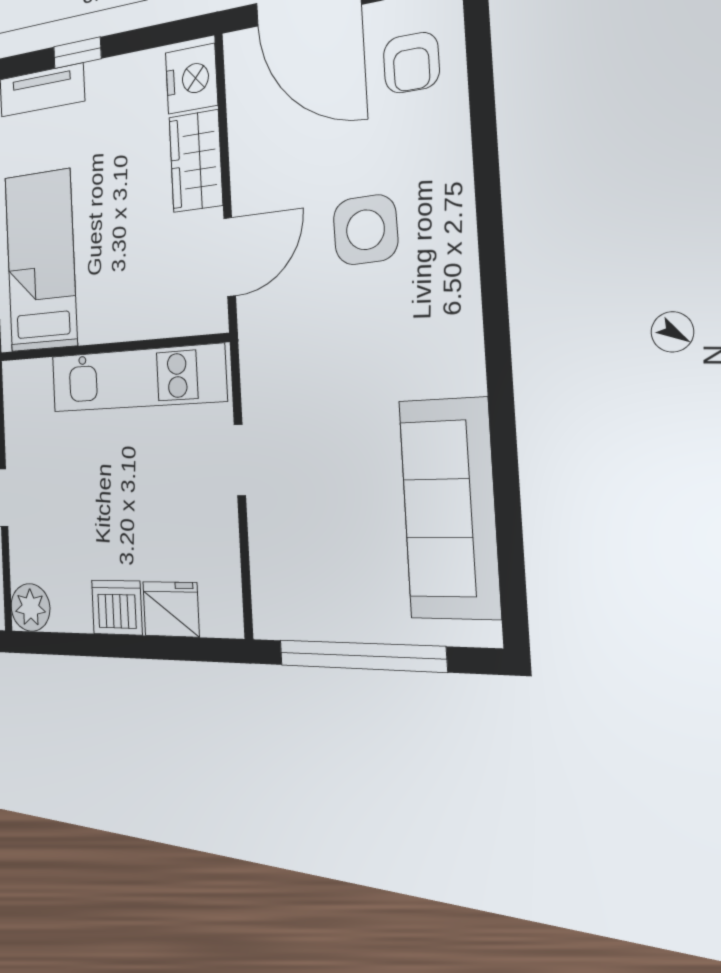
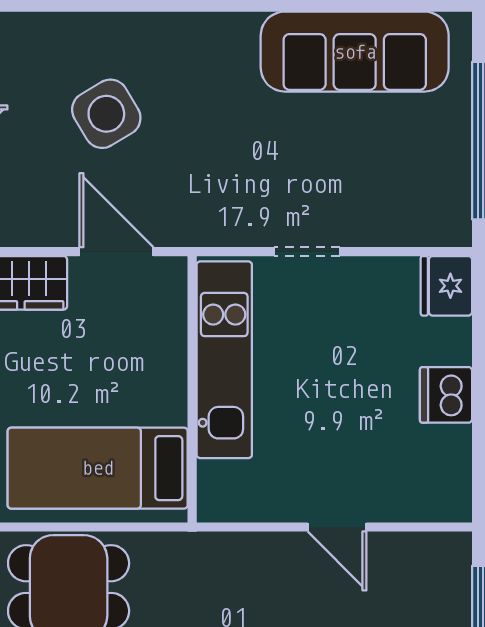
side table: (365, 230) -> (106, 114), turned -30
plant: (30, 607) -> (448, 499), removed
fridge: (171, 609) -> (446, 286), moved

